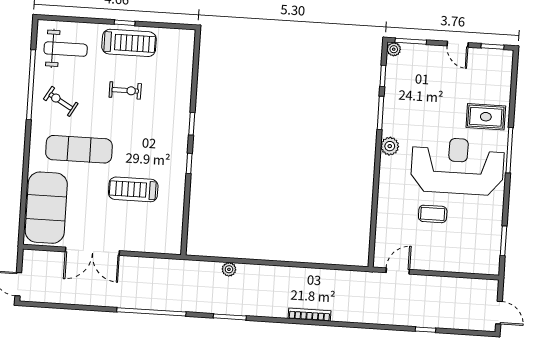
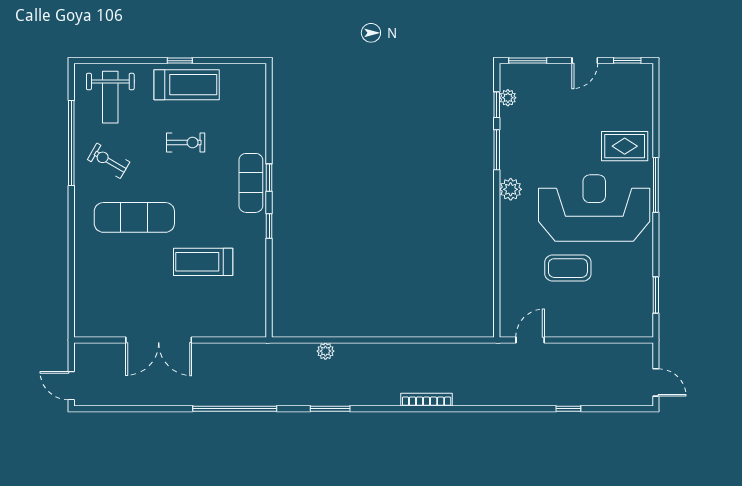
door: (458, 44) -> (585, 61), hinge flipped
weight bench: (66, 49) -> (110, 97), turned 90
plant: (394, 49) -> (508, 98), moved
exercise mat: (46, 208) -> (251, 183), moved, width x0.50, depth x0.69
coffee table: (433, 214) -> (568, 268), width x1.36, depth x1.30

